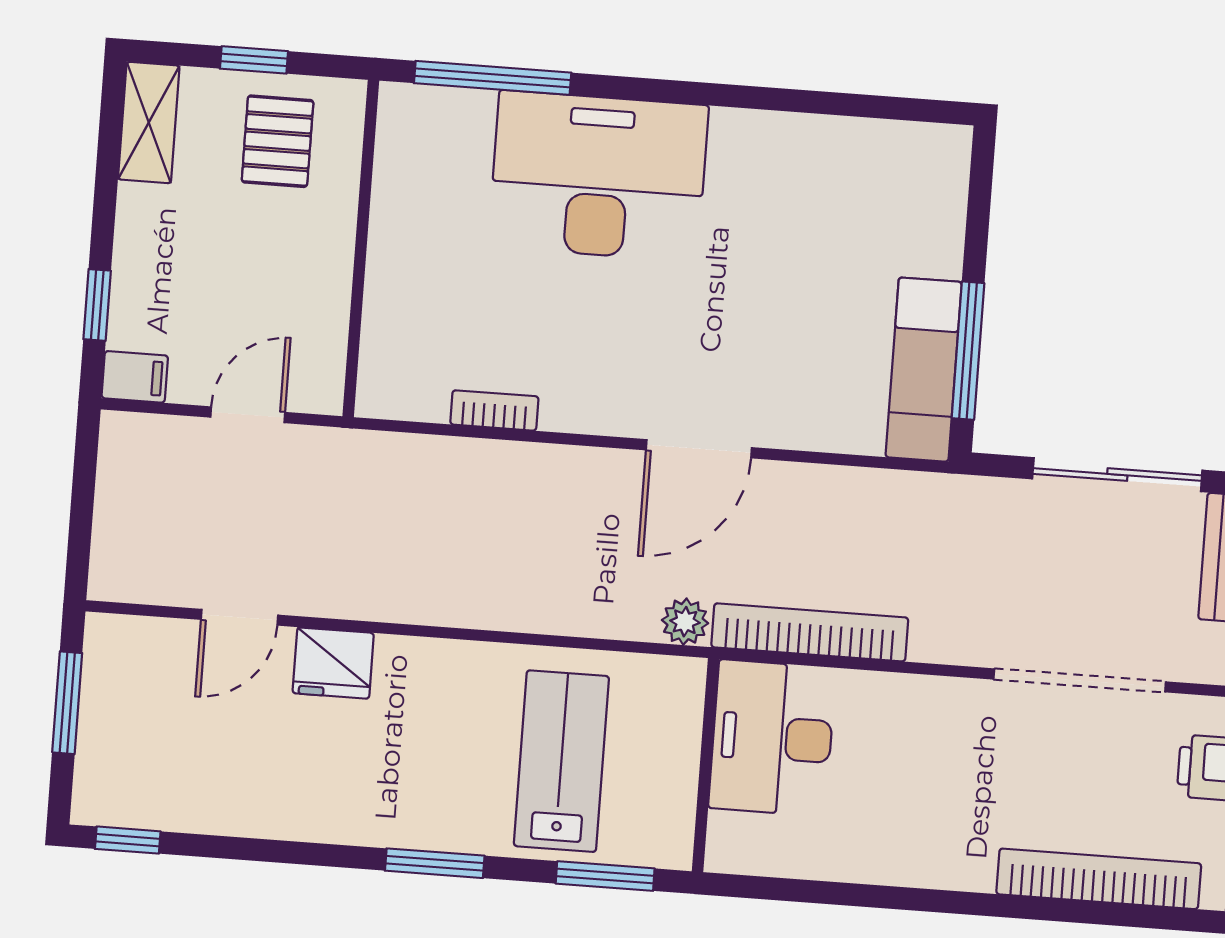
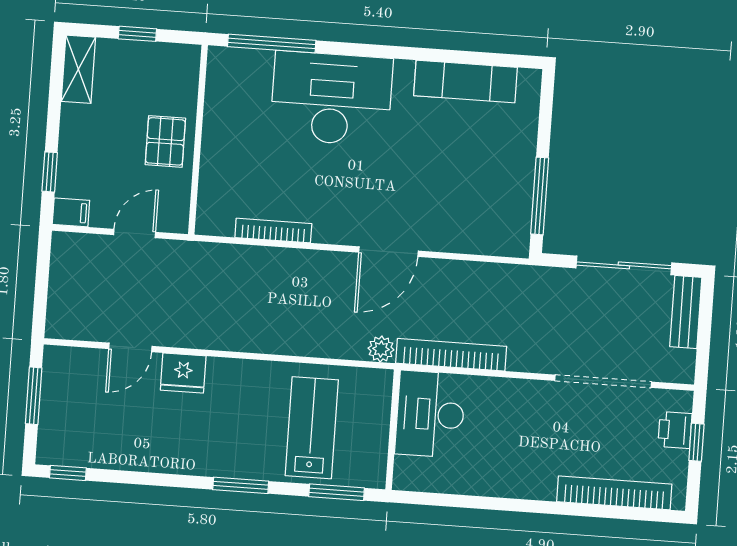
pallet: (278, 141) -> (165, 141), moved
exam couch: (924, 370) -> (466, 82), moved, turned -90
bookcase: (494, 410) -> (273, 231), width x1.56

